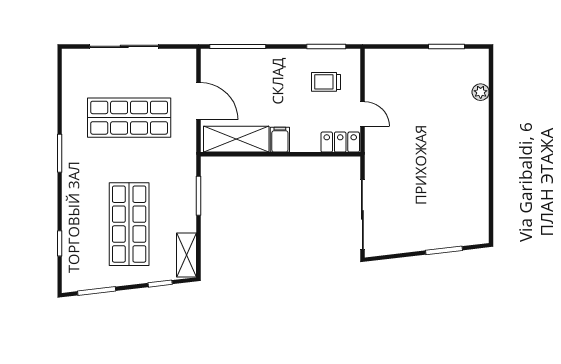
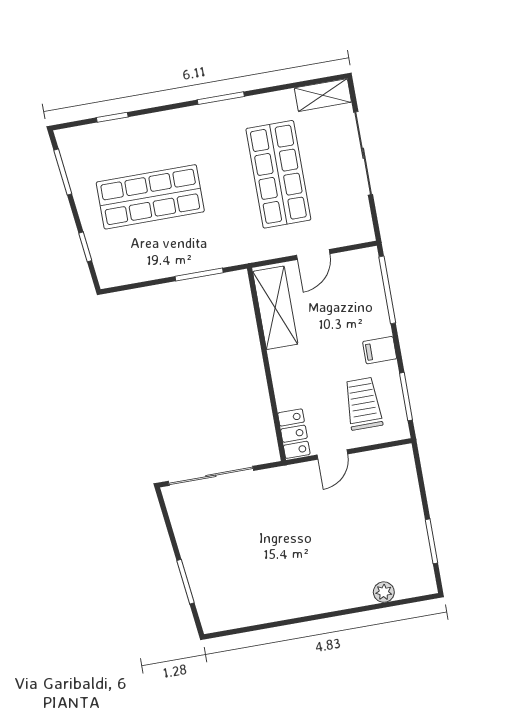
trolley: (326, 82) -> (363, 404), width x1.36, depth x1.39
door: (199, 101) -> (313, 254), width x0.73
filing cabinet: (280, 140) -> (380, 350), moved, turned 180
shelving: (187, 255) -> (323, 95), moved

